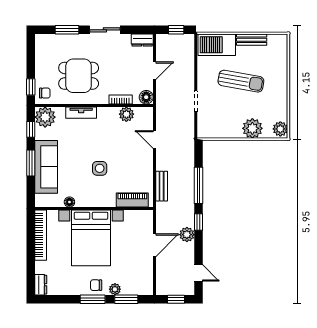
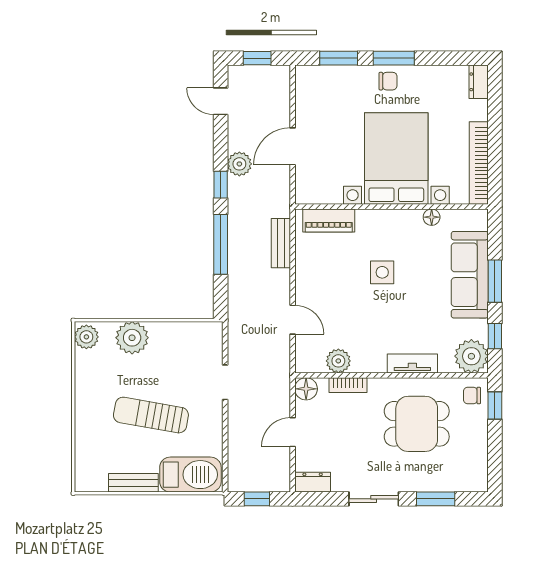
plant: (115, 289) -> (357, 74), removed

